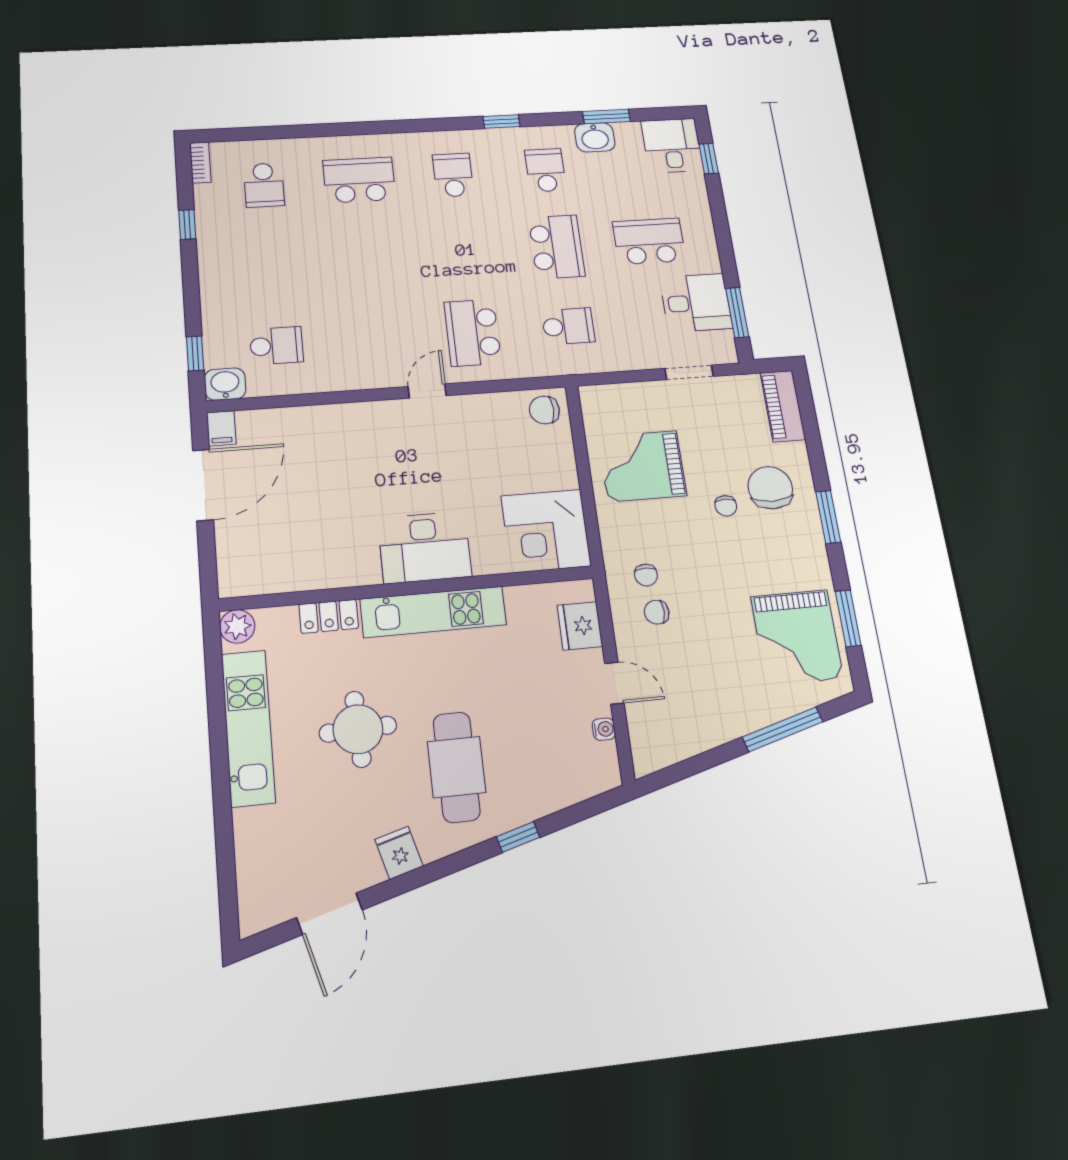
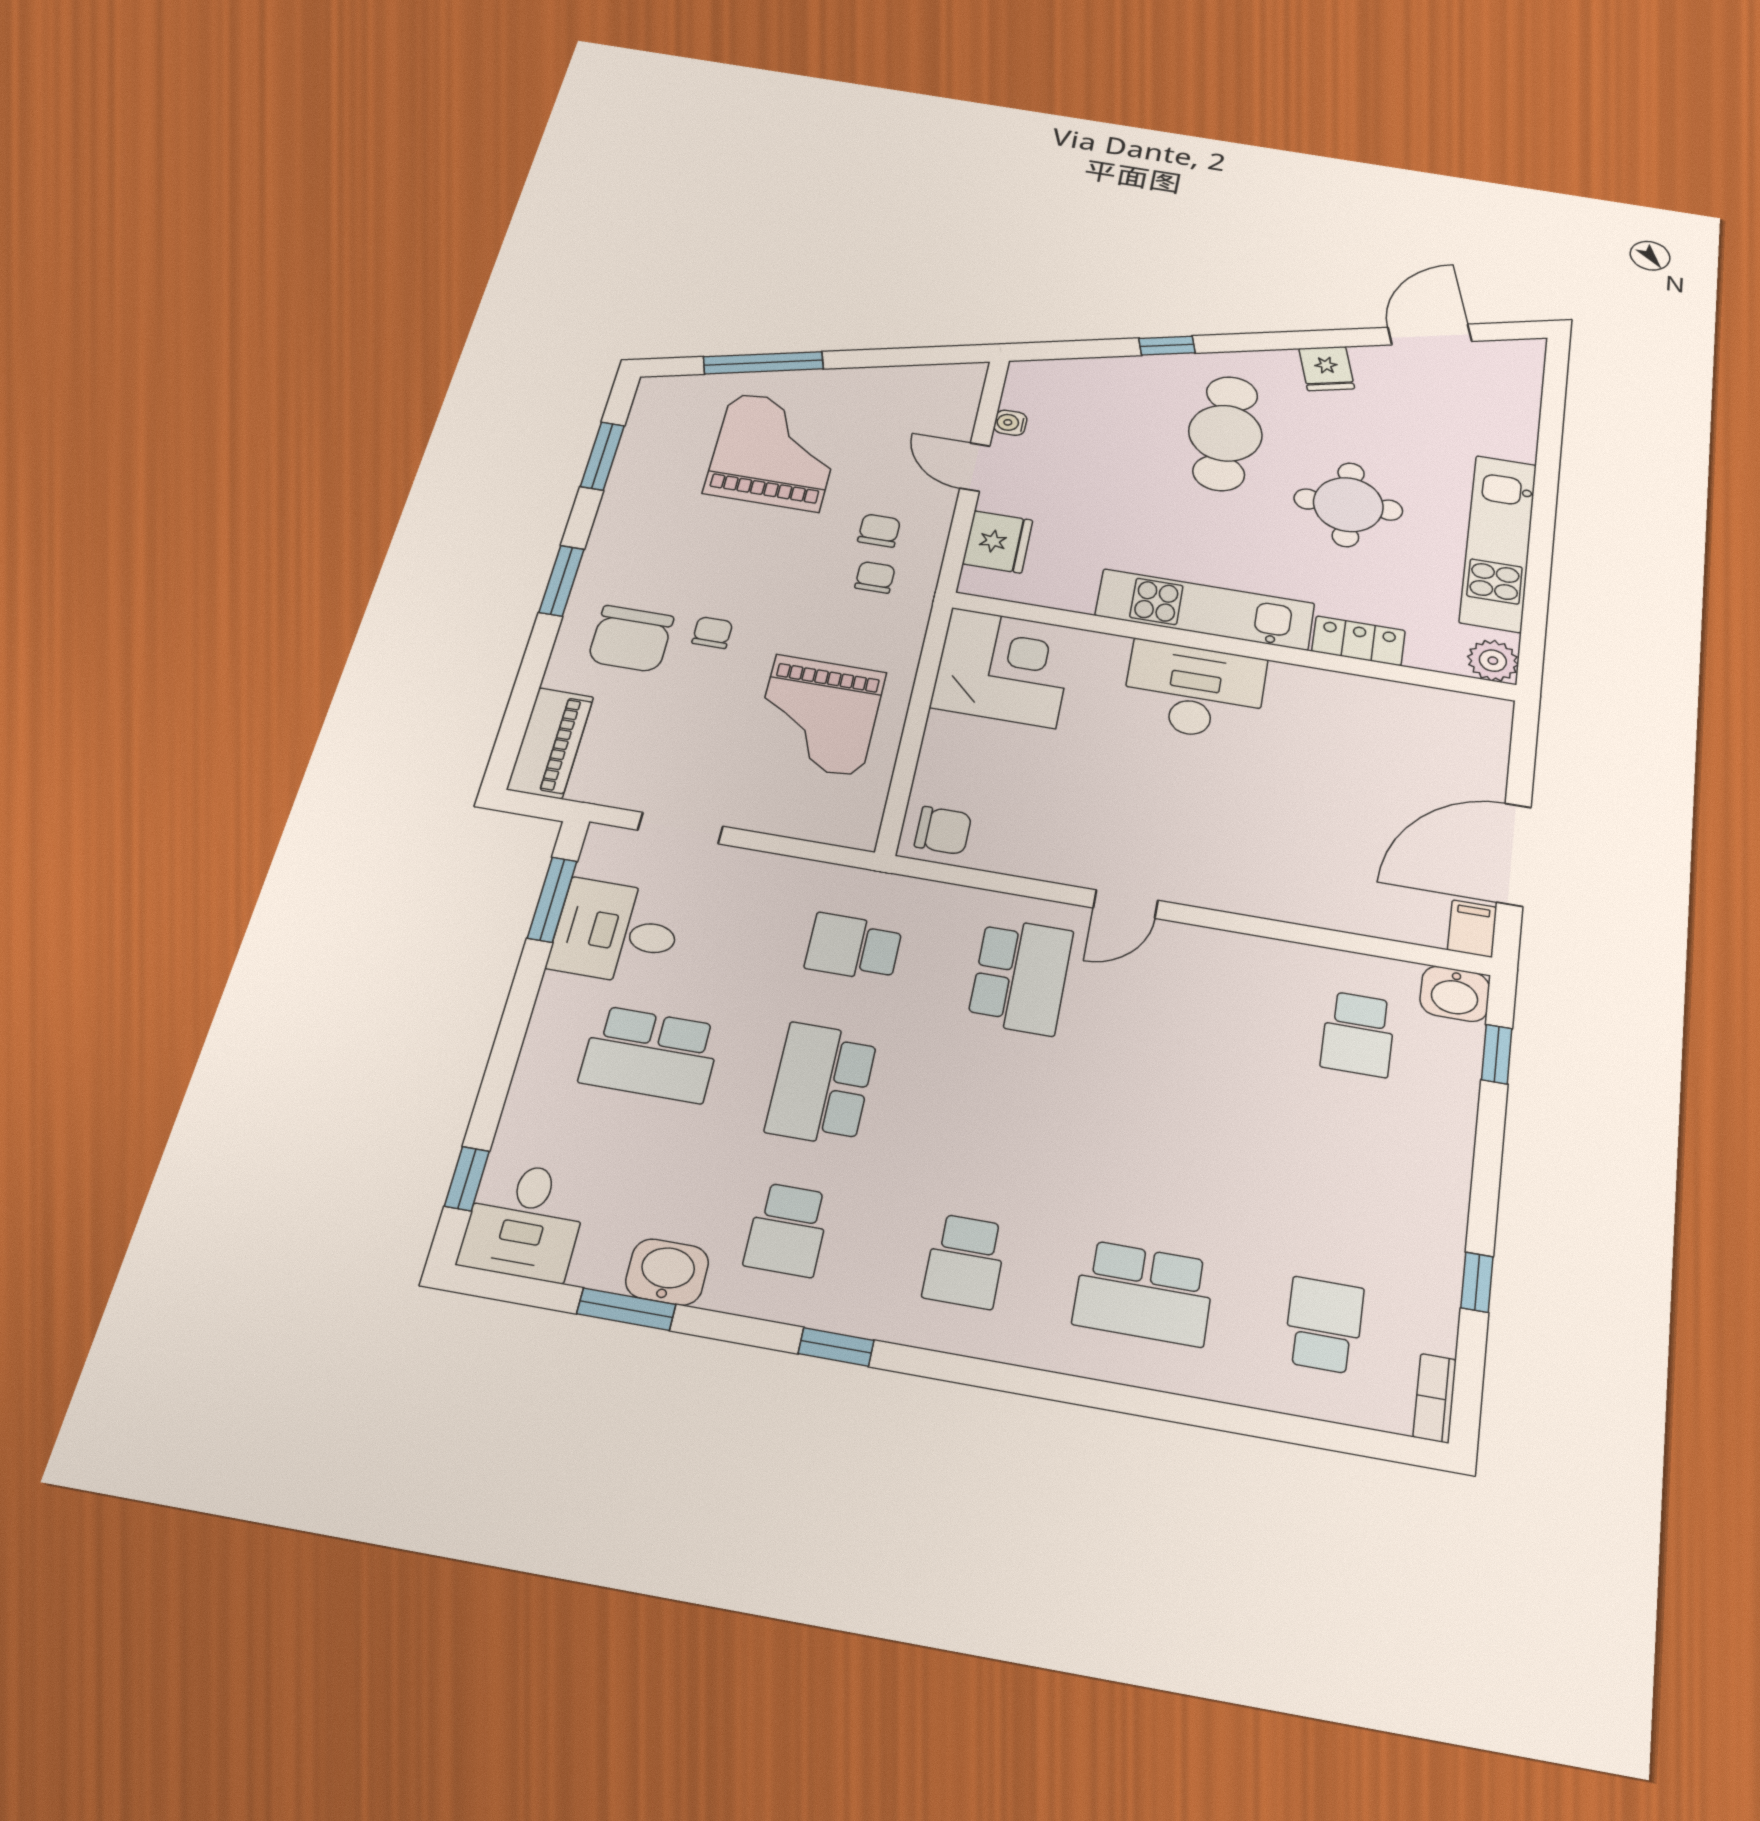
school desk: (277, 346) -> (1358, 1034), turned -90
grand piano: (642, 466) -> (818, 715), turned 90
chair: (657, 612) -> (879, 530), turned -90
grand piano: (797, 637) -> (775, 451), moved

